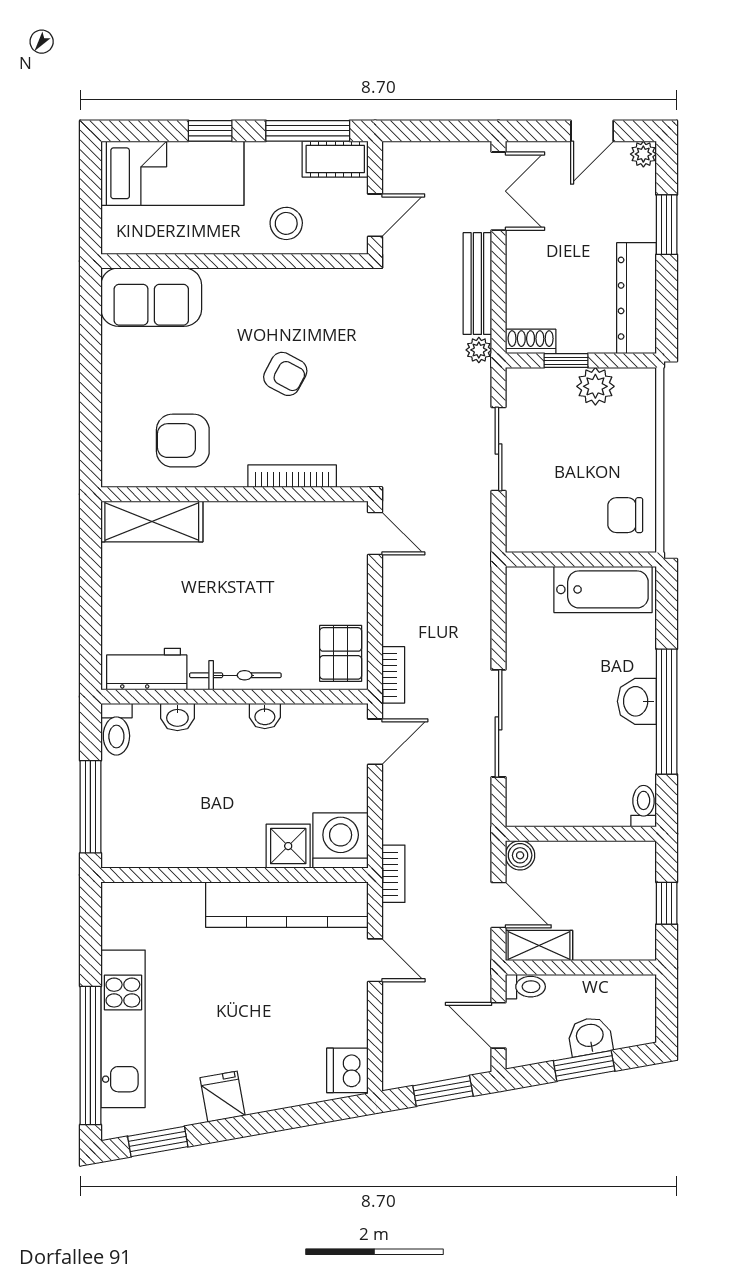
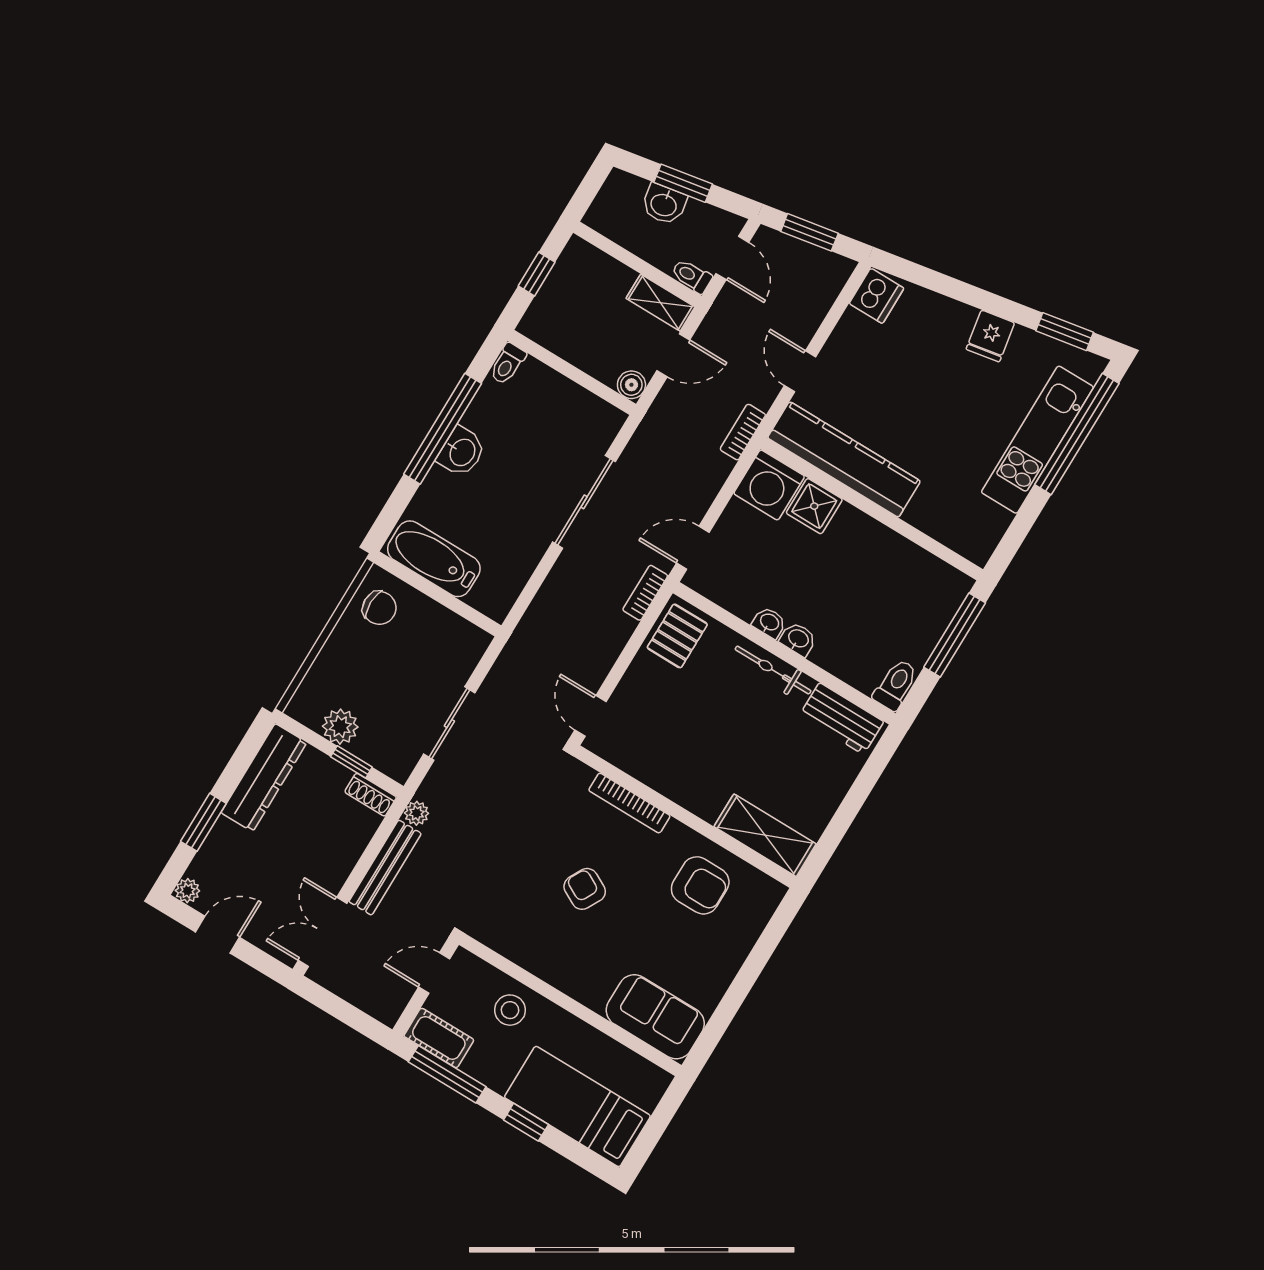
washbasin: (177, 717) -> (798, 639), moved
door: (499, 905) -> (673, 355), swing flipped

